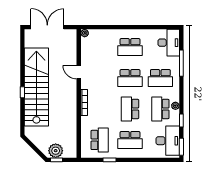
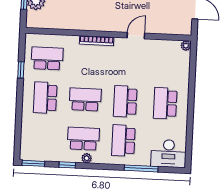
school desk: (100, 140) -> (47, 58), turned 180
desk: (168, 141) -> (42, 146), removed

